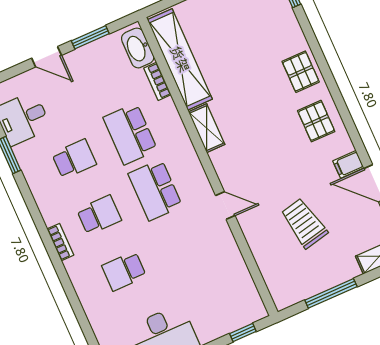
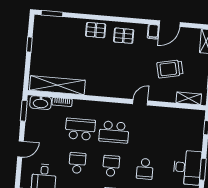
window: (90, 37) -> (24, 111), moved
shelving: (207, 128) -> (189, 98), moved
school desk: (130, 134) -> (80, 129), turned 180

